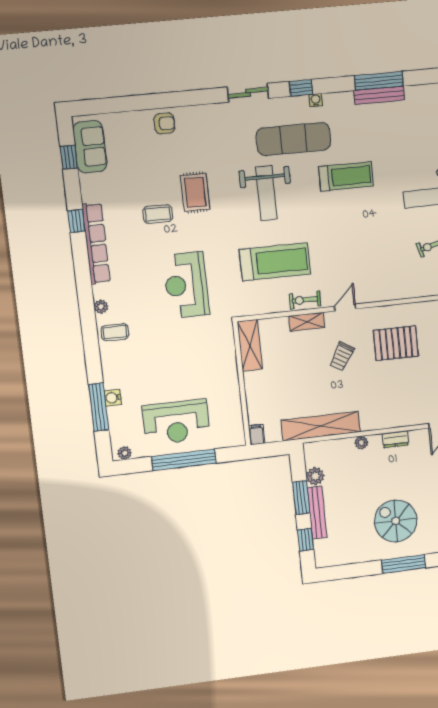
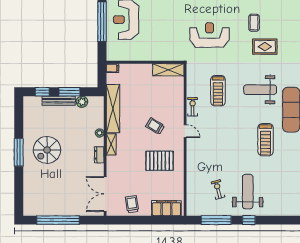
treadmill: (275, 262) -> (218, 91), width x0.73, depth x0.73
shelving: (307, 322) -> (111, 144), moved
pallet: (396, 343) -> (160, 161), turned 90
spiral stairs: (396, 521) -> (47, 150), turned 180

